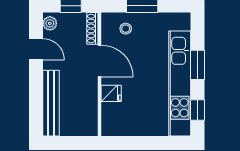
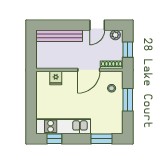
window: (197, 65) -> (101, 139), moved
kitchen unit: (180, 83) -> (63, 126), width x0.73
fridge: (111, 93) -> (56, 78), moved

